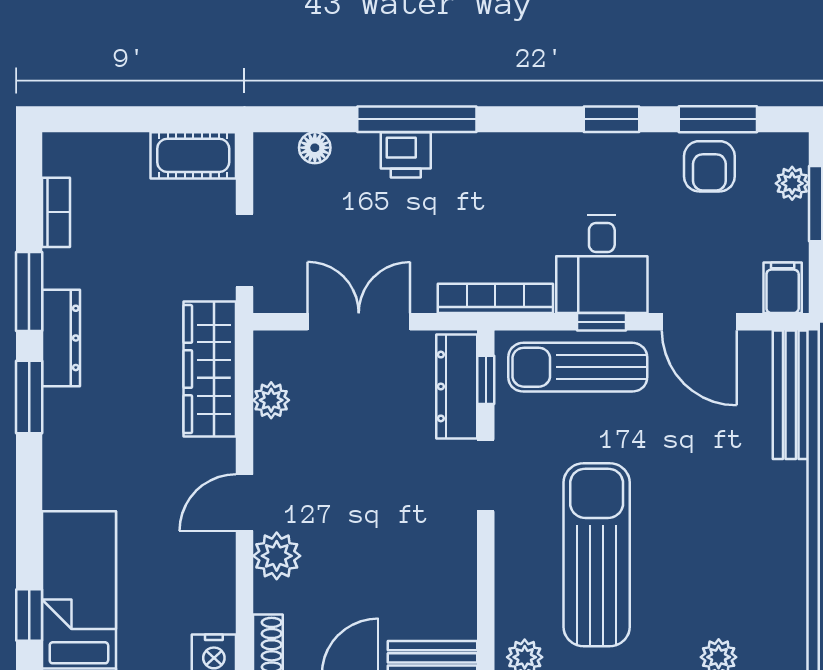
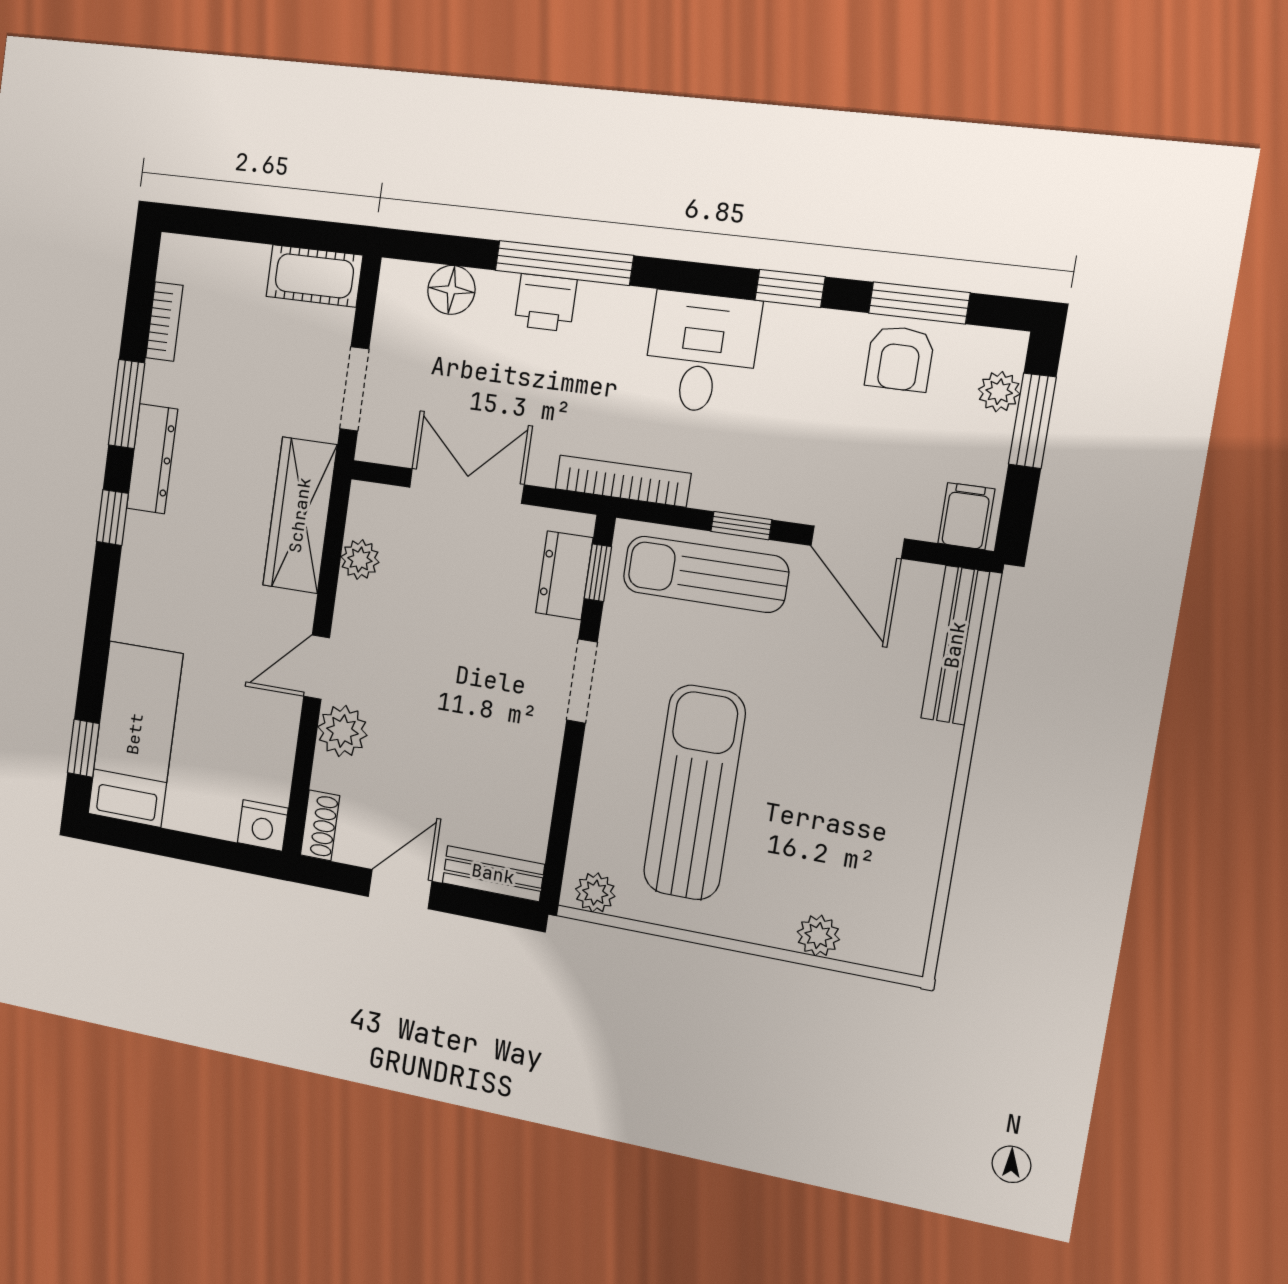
floor lamp: (315, 148) -> (451, 290), width x1.37, depth x1.37
desk: (602, 264) -> (701, 353), moved, turned 180
dresser: (457, 386) -> (564, 575), width x0.70
window: (29, 397) -> (112, 518), width x0.67

